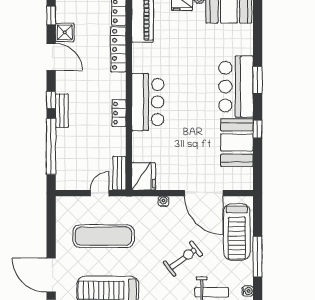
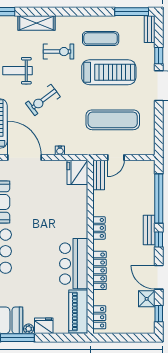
locker: (118, 49) -> (100, 270), moved
bar counter: (148, 102) -> (74, 264), moved

